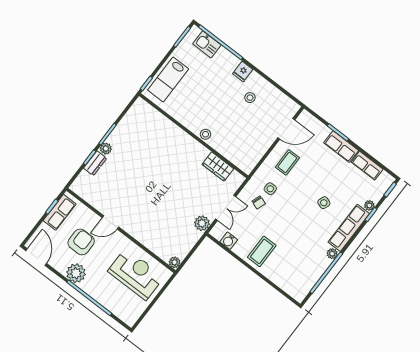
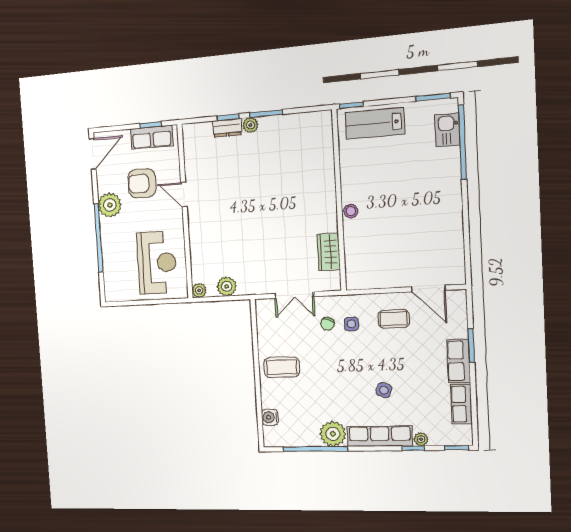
fridge: (243, 71) -> (451, 192), removed
stool: (250, 98) -> (429, 223), removed
plant: (202, 223) -> (227, 286), moved
water cooler: (229, 241) -> (270, 417), moved
armchair: (81, 242) -> (142, 183), turned 180
plant: (332, 254) -> (333, 434), width x1.88, depth x1.88

